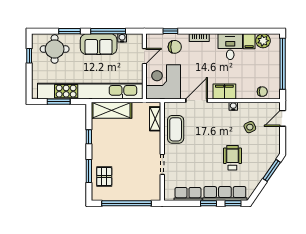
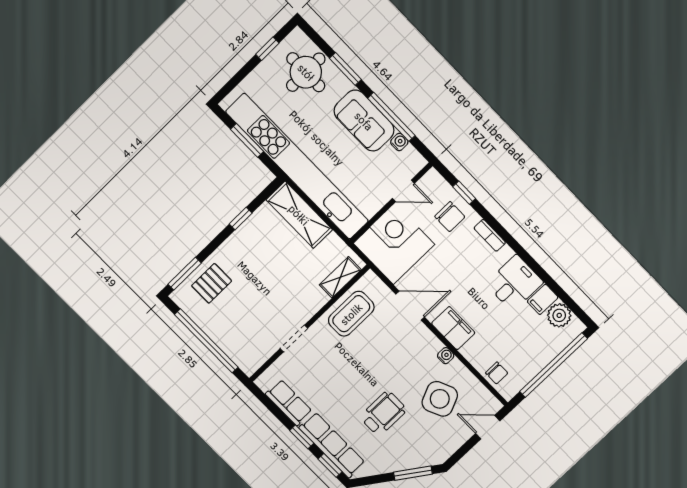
side table: (250, 127) -> (440, 399), width x1.87, depth x1.87
window: (89, 171) -> (185, 274), moved

